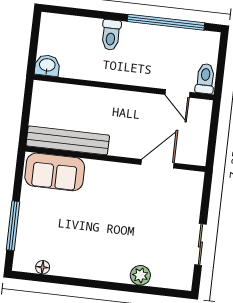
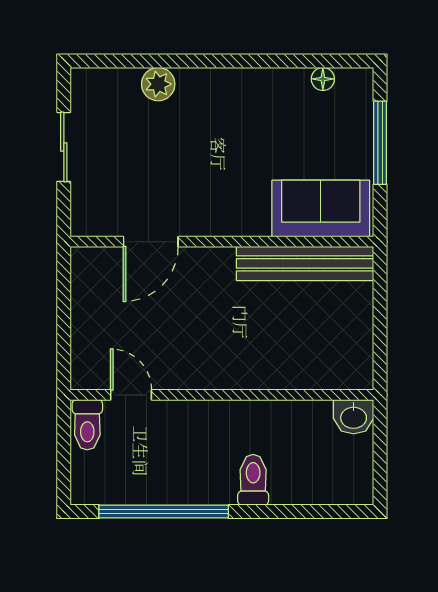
bench: (68, 140) -> (305, 263), moved
wall: (115, 159) -> (222, 242), moved
door: (158, 164) -> (151, 242), moved
sofa: (55, 172) -> (321, 209), moved

